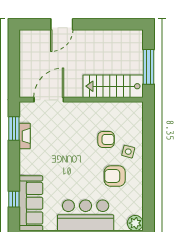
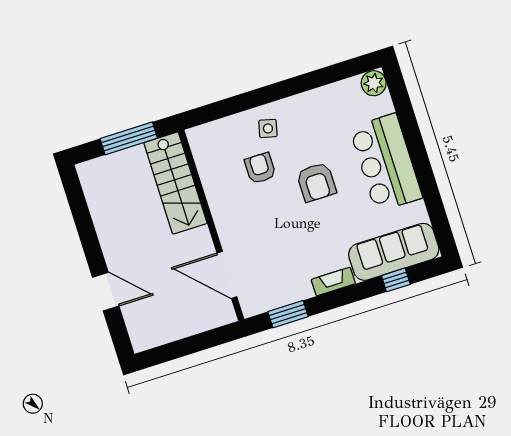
fireplace: (25, 136) -> (333, 282), moved
armchair: (115, 176) -> (316, 182), moved

